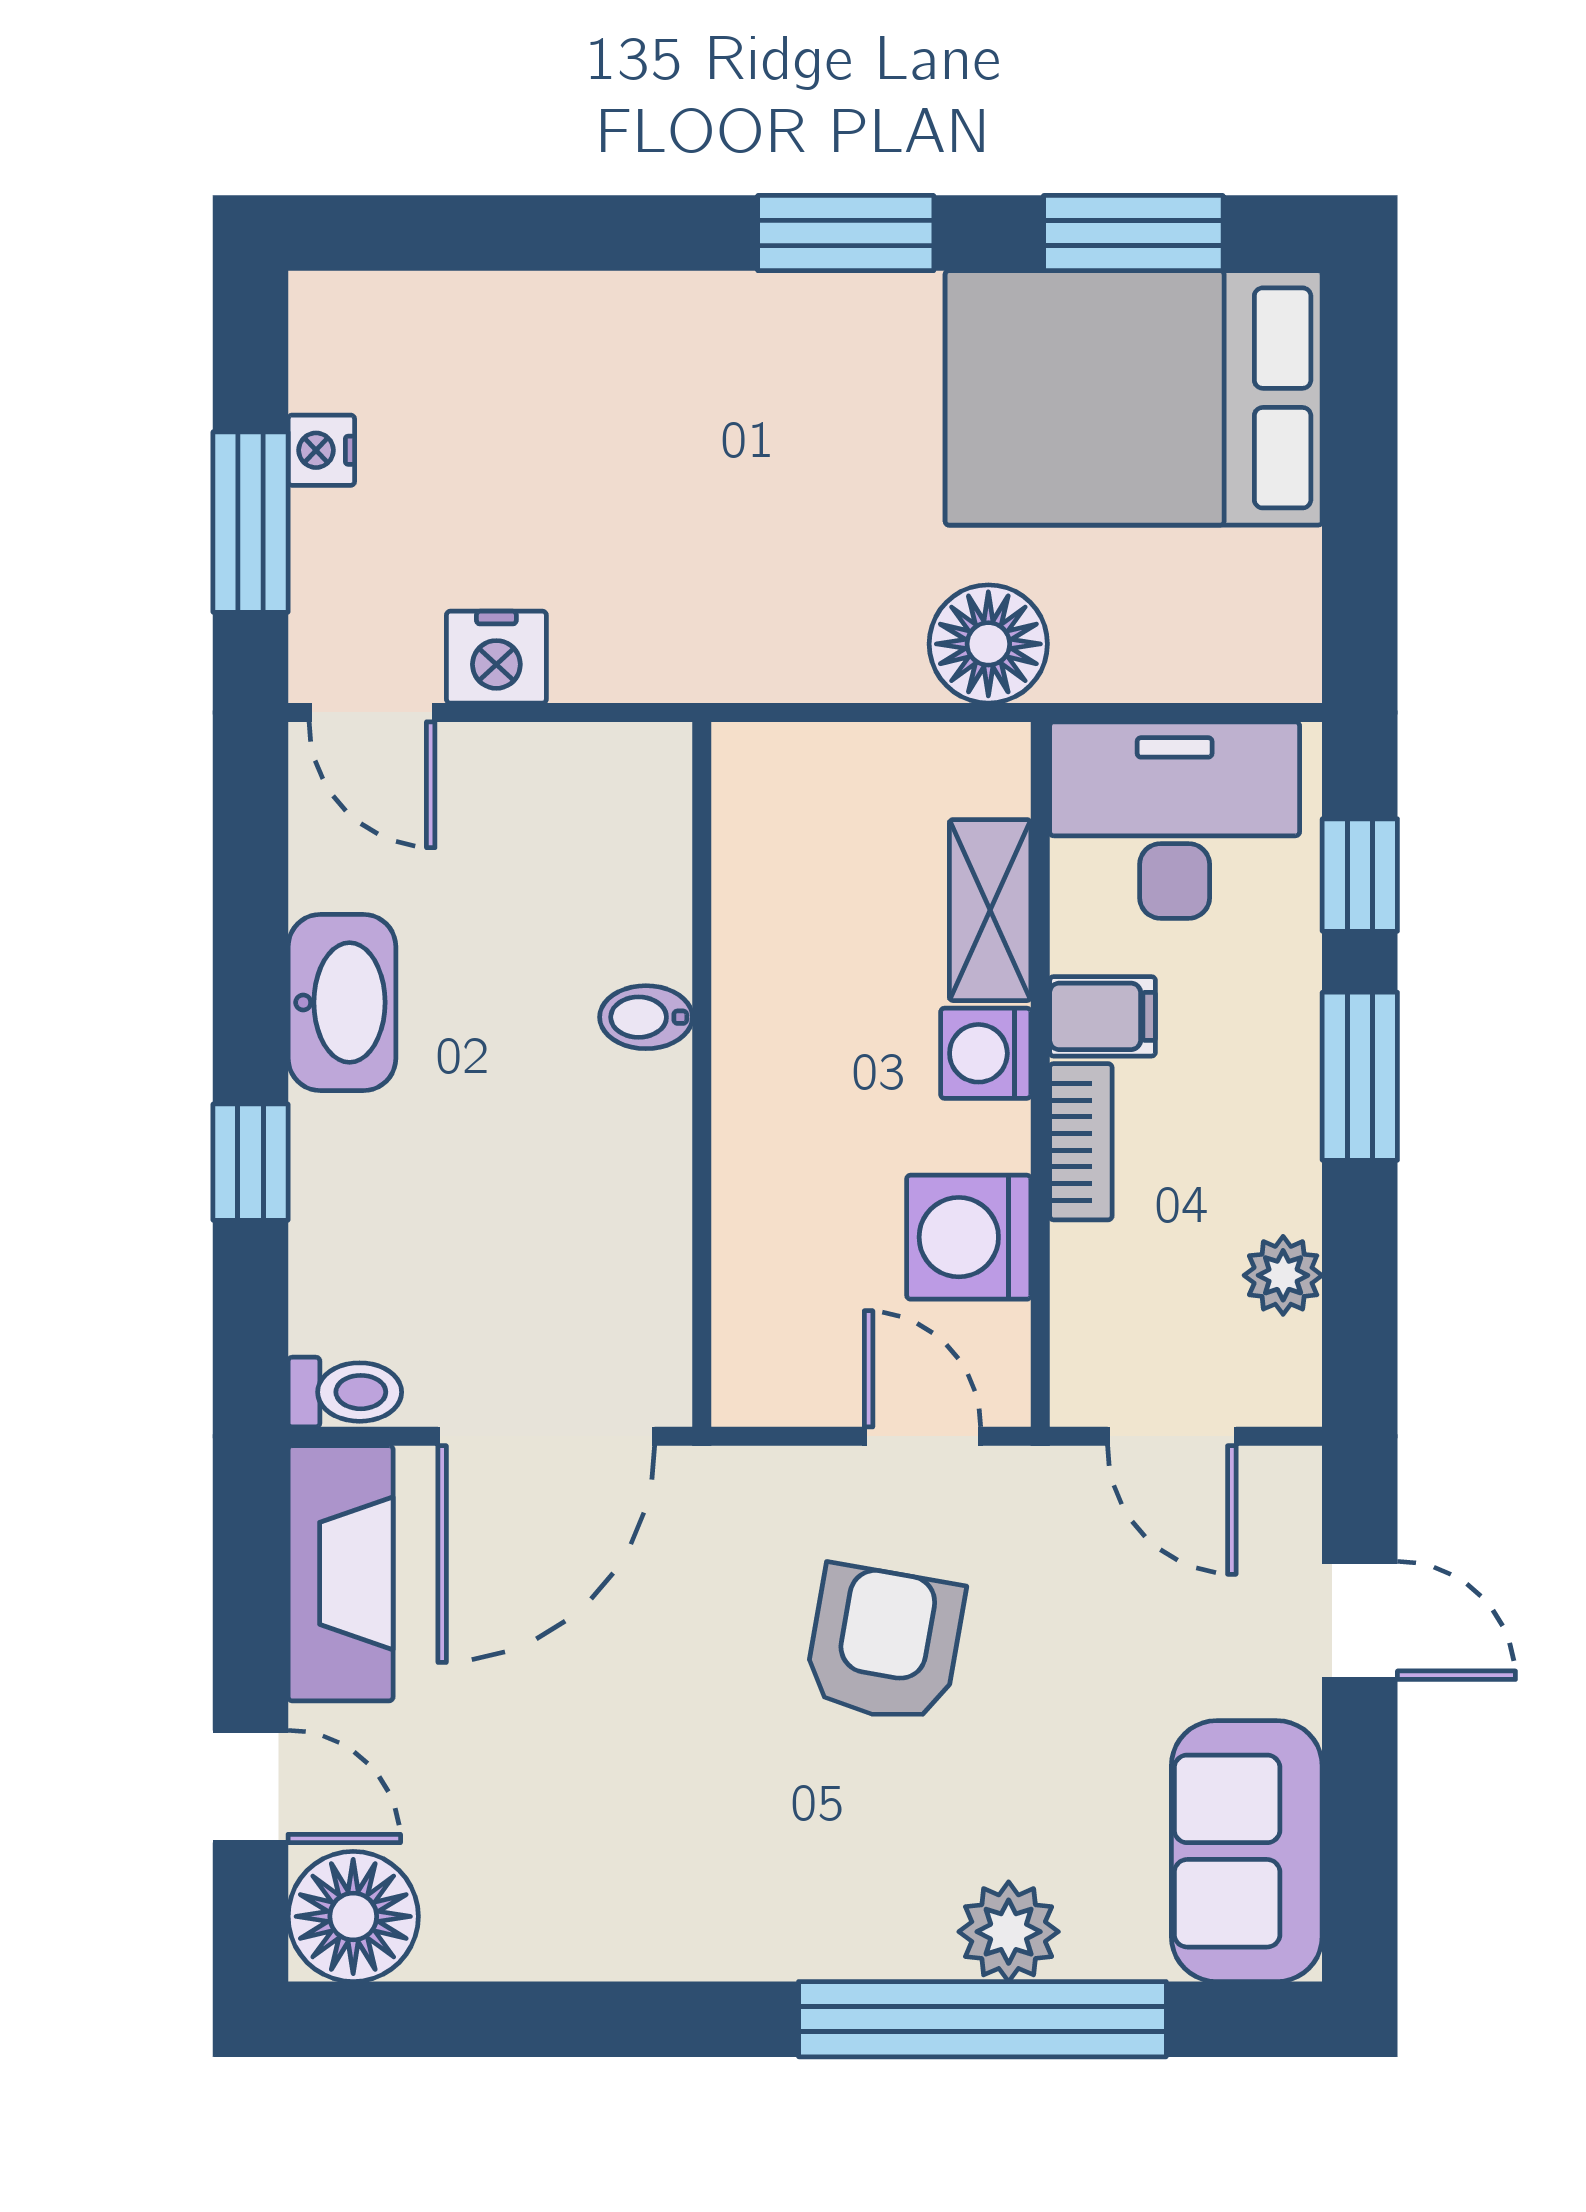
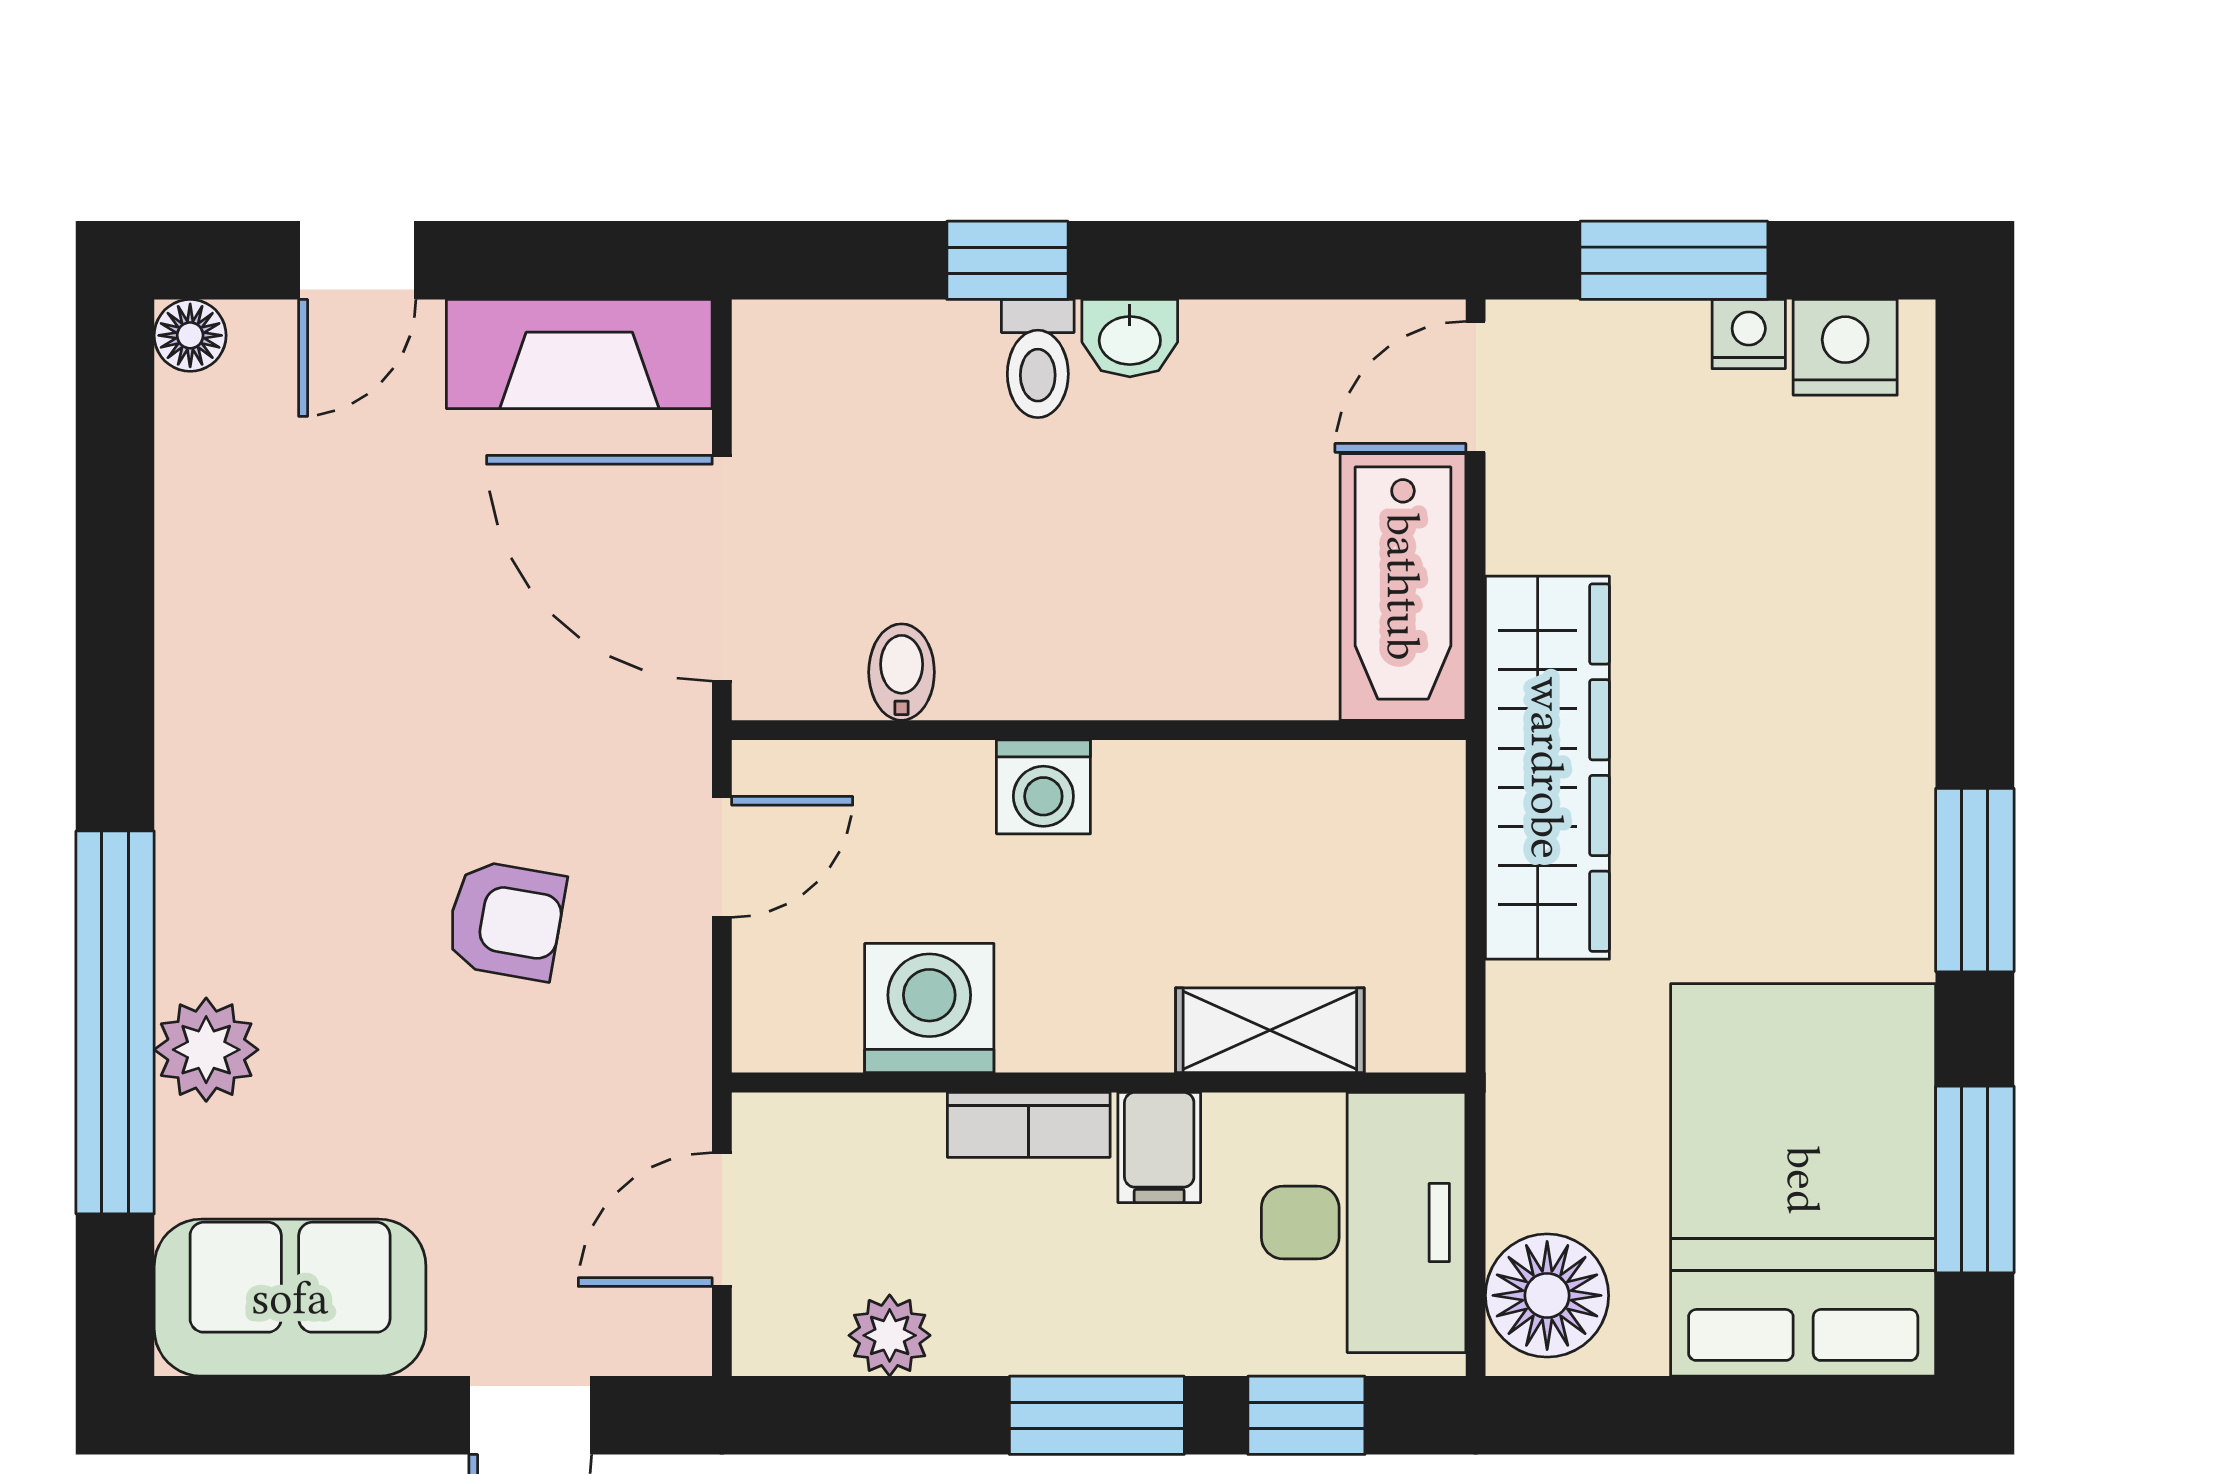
wardrobe: (738, 644) -> (1547, 768), added
floor lamp: (988, 644) -> (1547, 1295), moved
nightstand: (496, 657) -> (1845, 347), moved, turned 90
bathtub: (564, 782) -> (1403, 587), added
washbasin: (342, 1002) -> (1130, 338), width x0.52, depth x0.69
bidet: (646, 1017) -> (902, 672), moved
washing machine: (986, 1053) -> (1043, 787), moved, turned 180
toilet: (345, 1392) -> (1038, 359), moved
door: (922, 1436) -> (722, 857), moved
armchair: (884, 1644) -> (506, 920), width x0.72, depth x0.72
floor lamp: (353, 1916) -> (190, 335), width x0.53, depth x0.53

